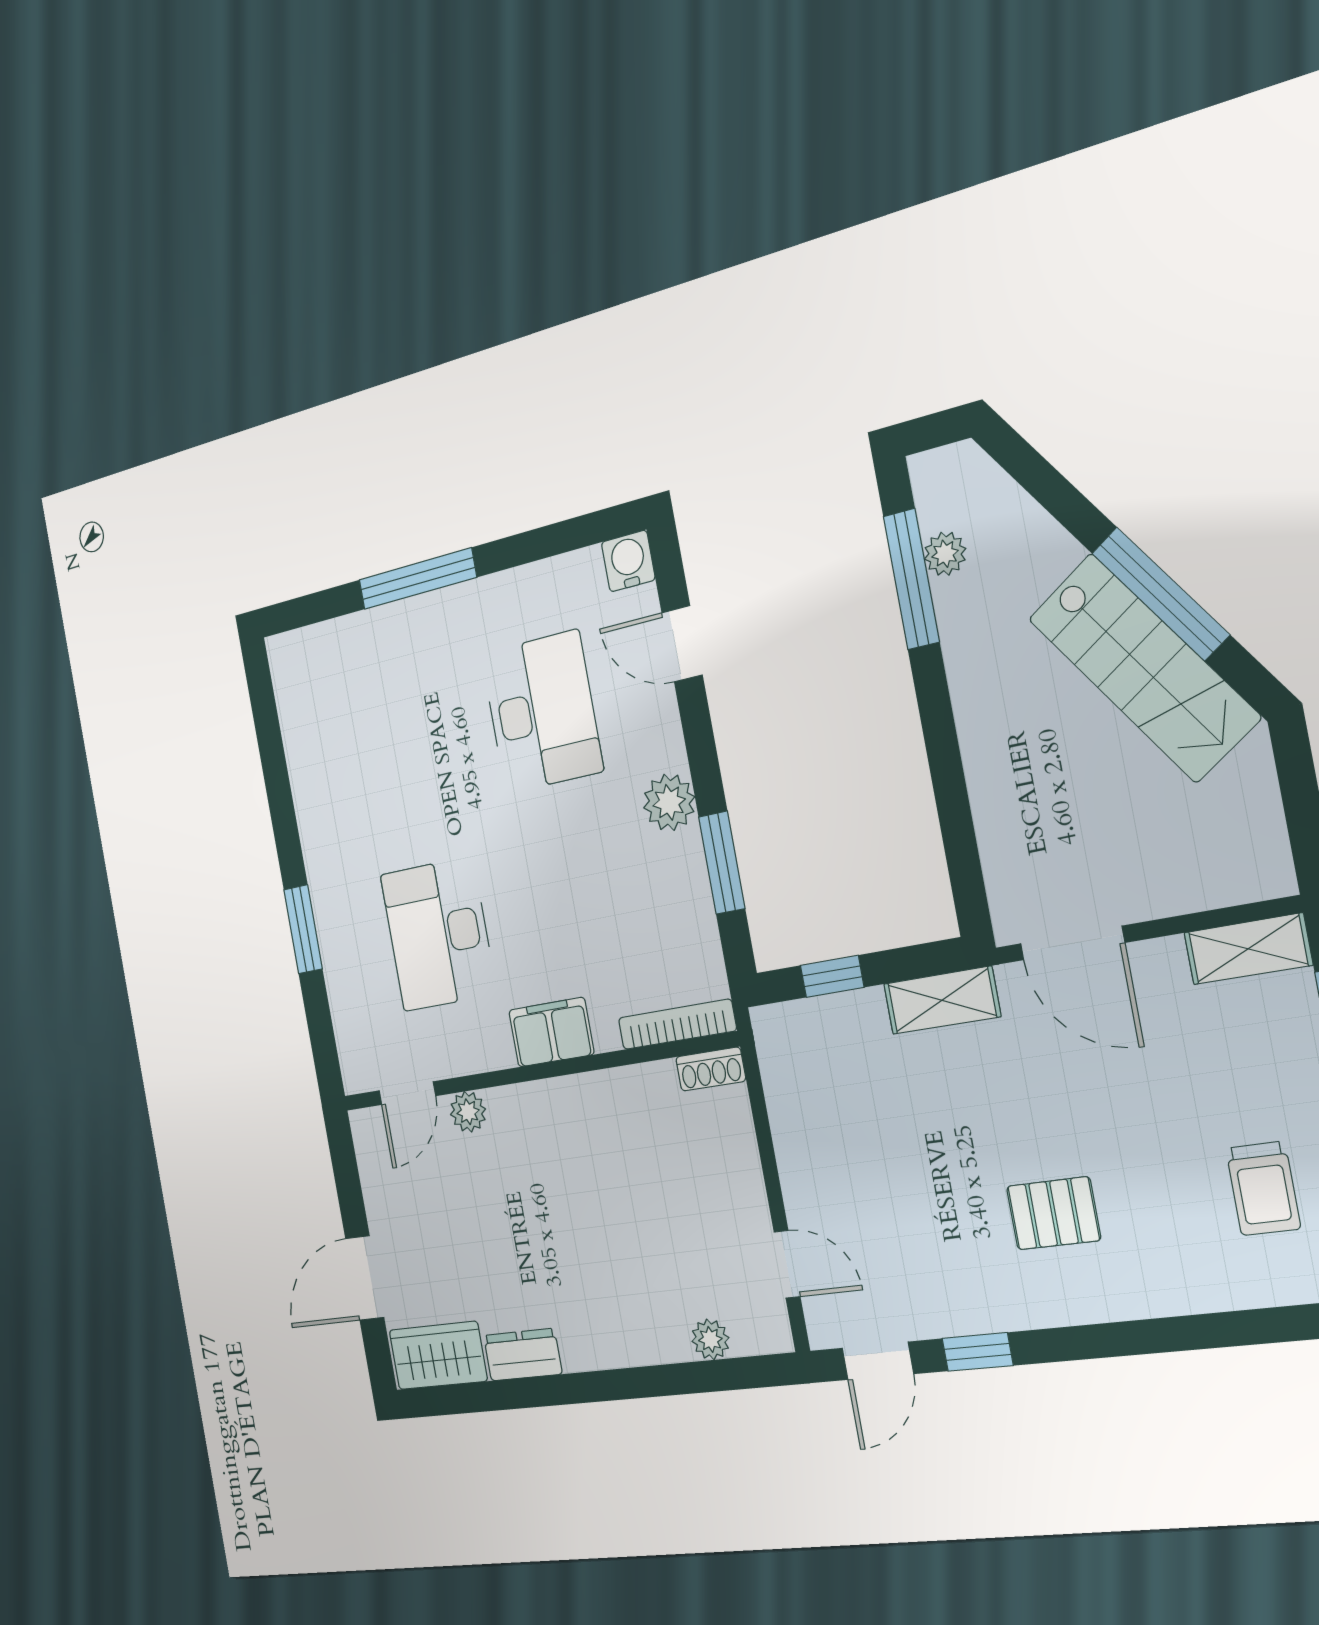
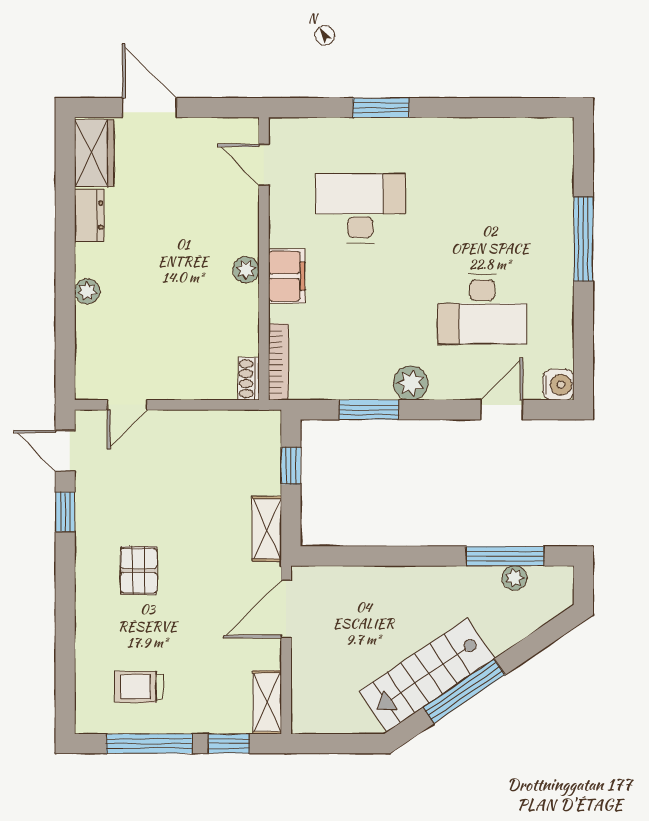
plant: (468, 1112) -> (246, 270), moved
plant: (710, 1339) -> (87, 291), moved

